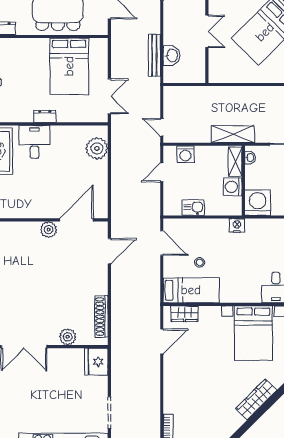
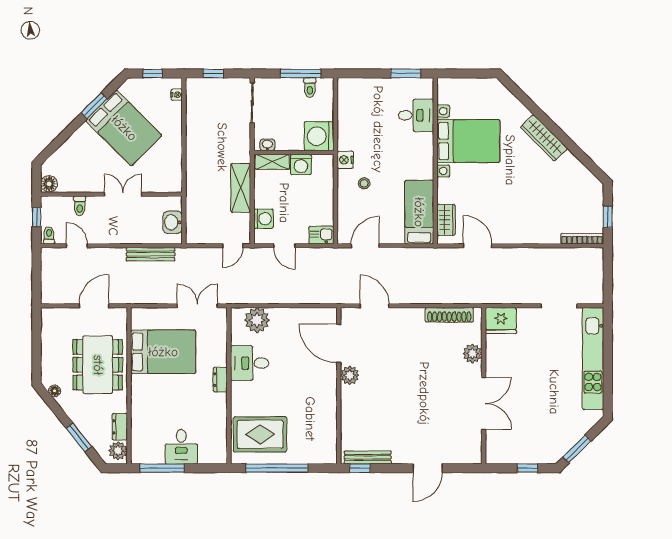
washbasin: (172, 56) -> (173, 222), moved, turned -90
shelving: (233, 134) -> (241, 188), moved
desk: (34, 142) -> (250, 363), moved
kitchen sink: (193, 208) -> (321, 235), moved, turned 90
stool: (200, 262) -> (364, 183), moved

